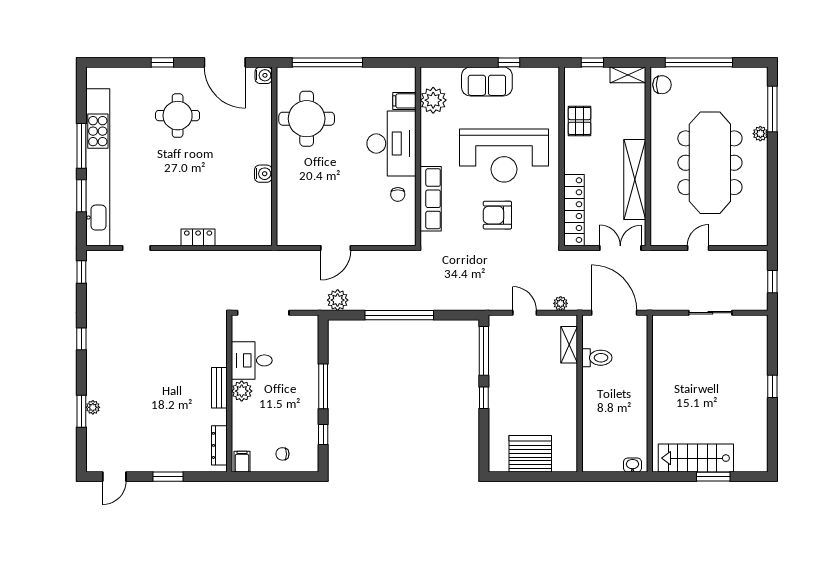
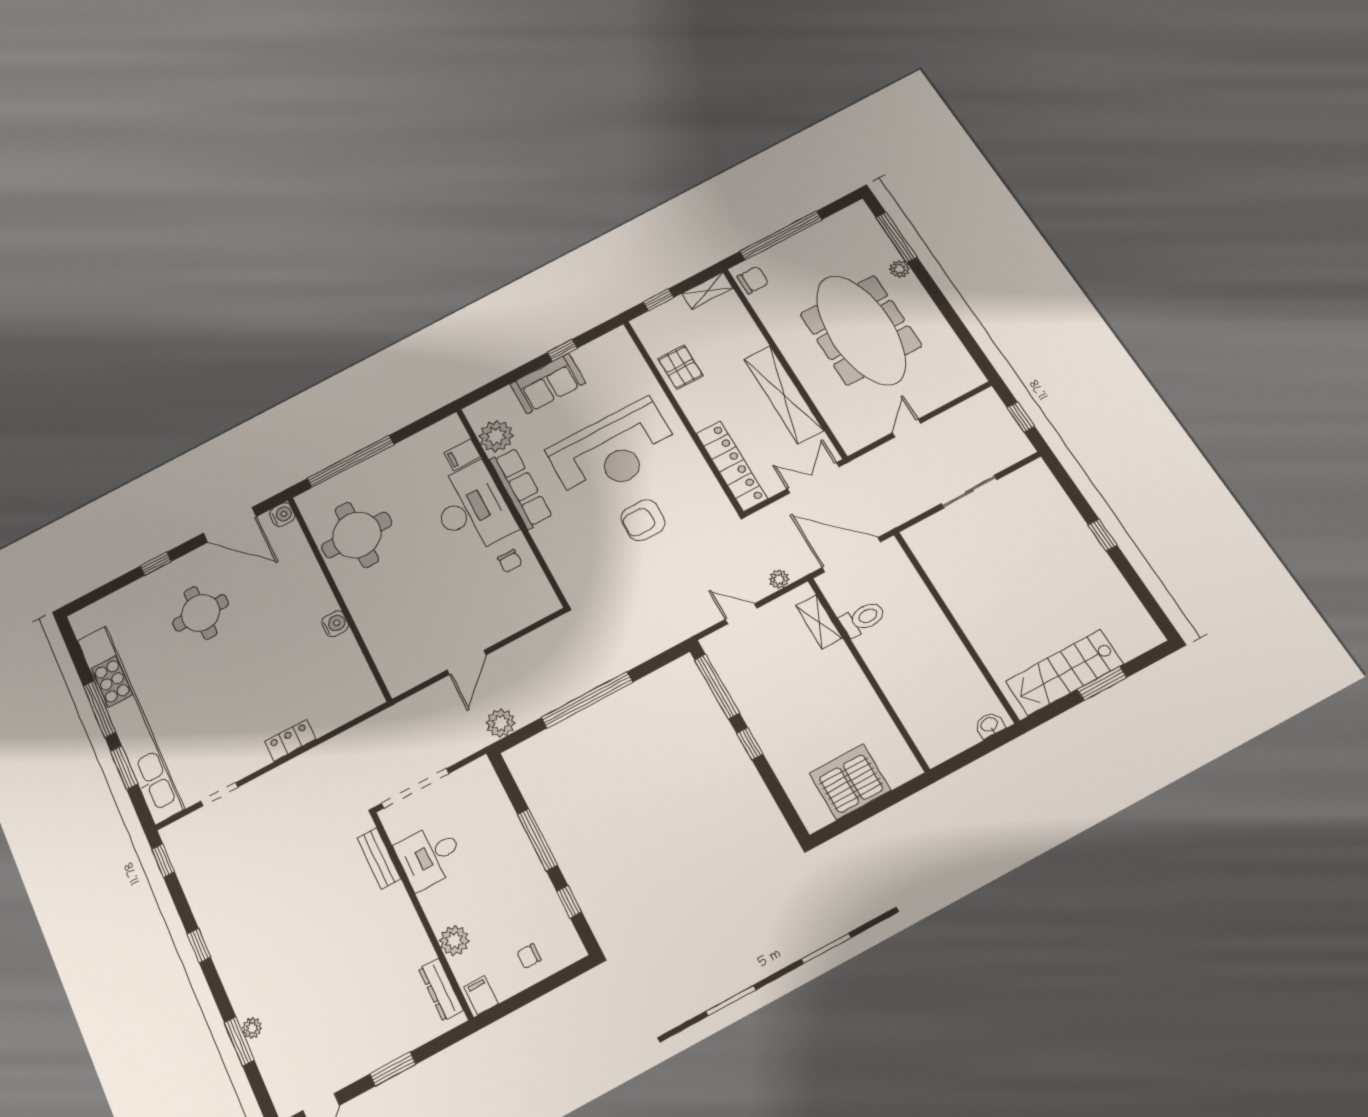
row of seats: (431, 199) -> (521, 488), moved
bench: (219, 388) -> (379, 858), moved
plant: (242, 391) -> (454, 941), moved

